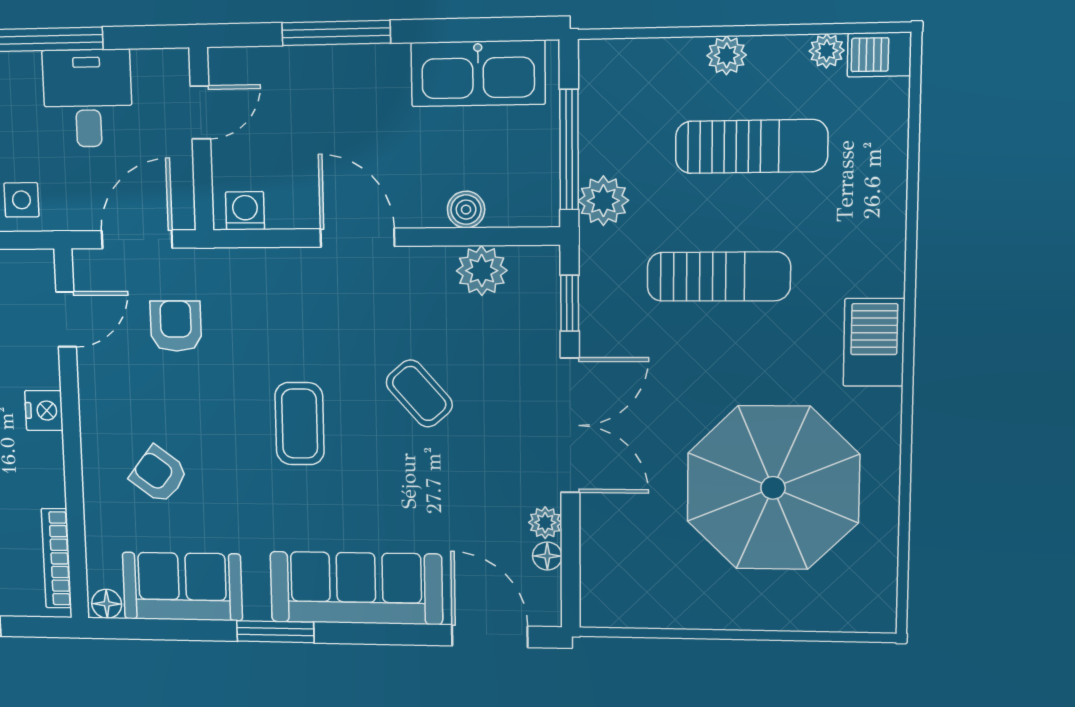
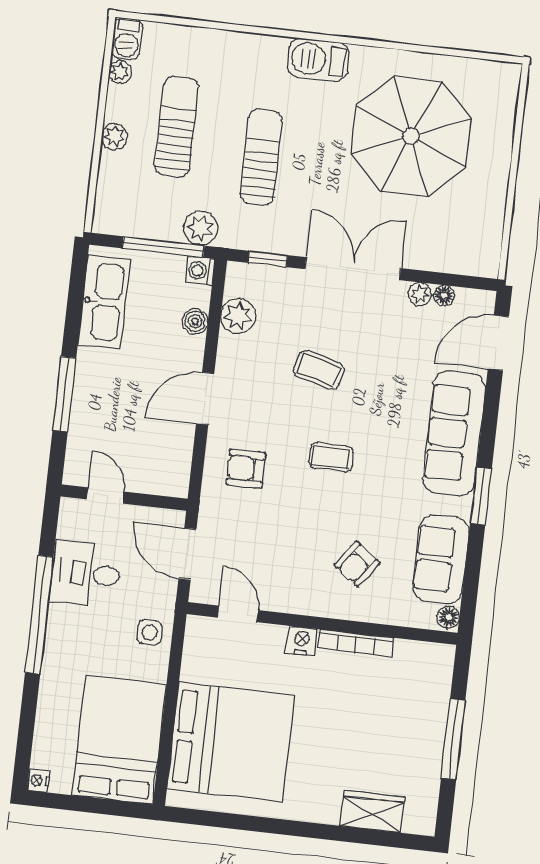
washing machine: (245, 211) -> (200, 271), moved
armchair: (176, 326) -> (246, 469), moved
coffee table: (419, 393) -> (319, 370), turned 56
coffee table: (300, 424) -> (331, 457), width x0.73, depth x0.77
bookcase: (56, 558) -> (356, 643), moved

